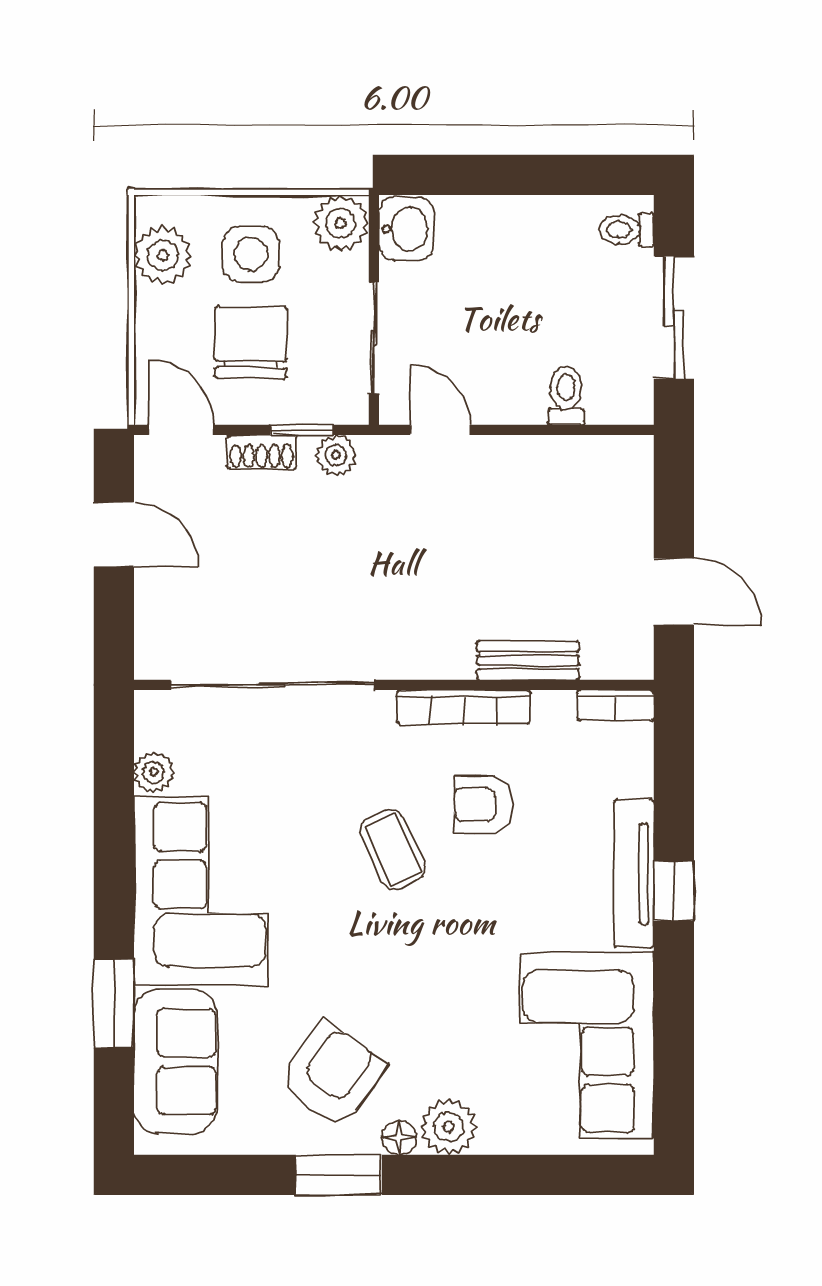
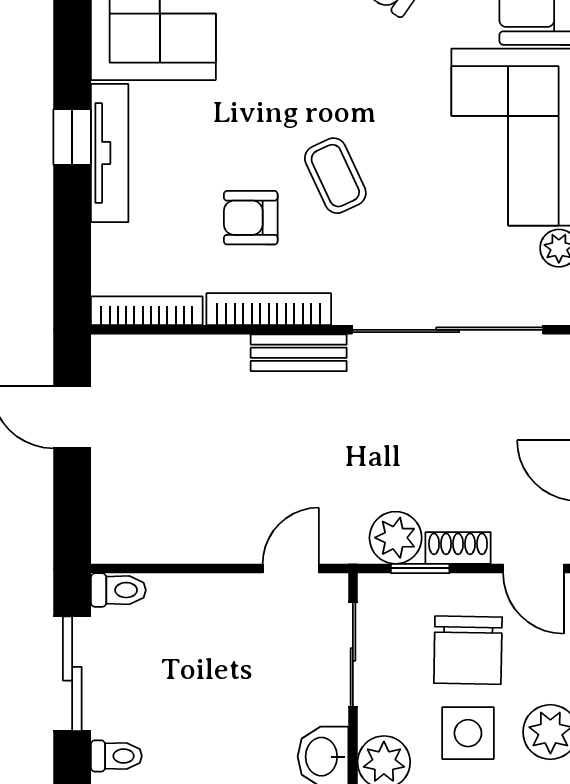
toilet: (566, 396) -> (118, 590), moved, turned -90
door: (440, 430) -> (291, 568), swing flipped
plant: (336, 455) -> (396, 538), width x1.38, depth x1.38
bench: (528, 660) -> (299, 353), moved
bookcase: (616, 705) -> (147, 311), width x1.56
armchair: (483, 805) -> (251, 218), turned 180

